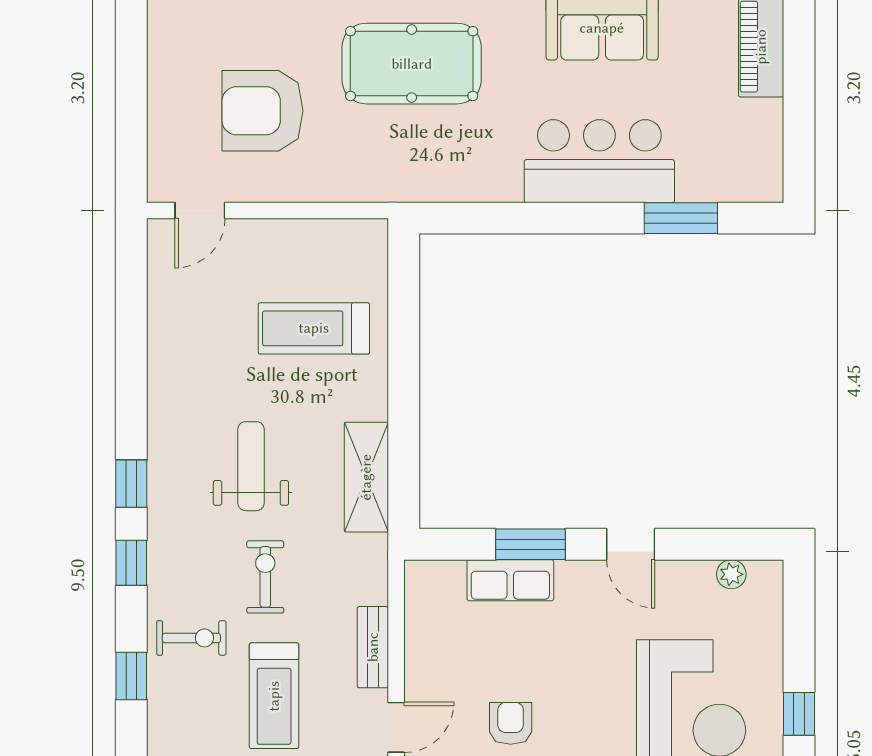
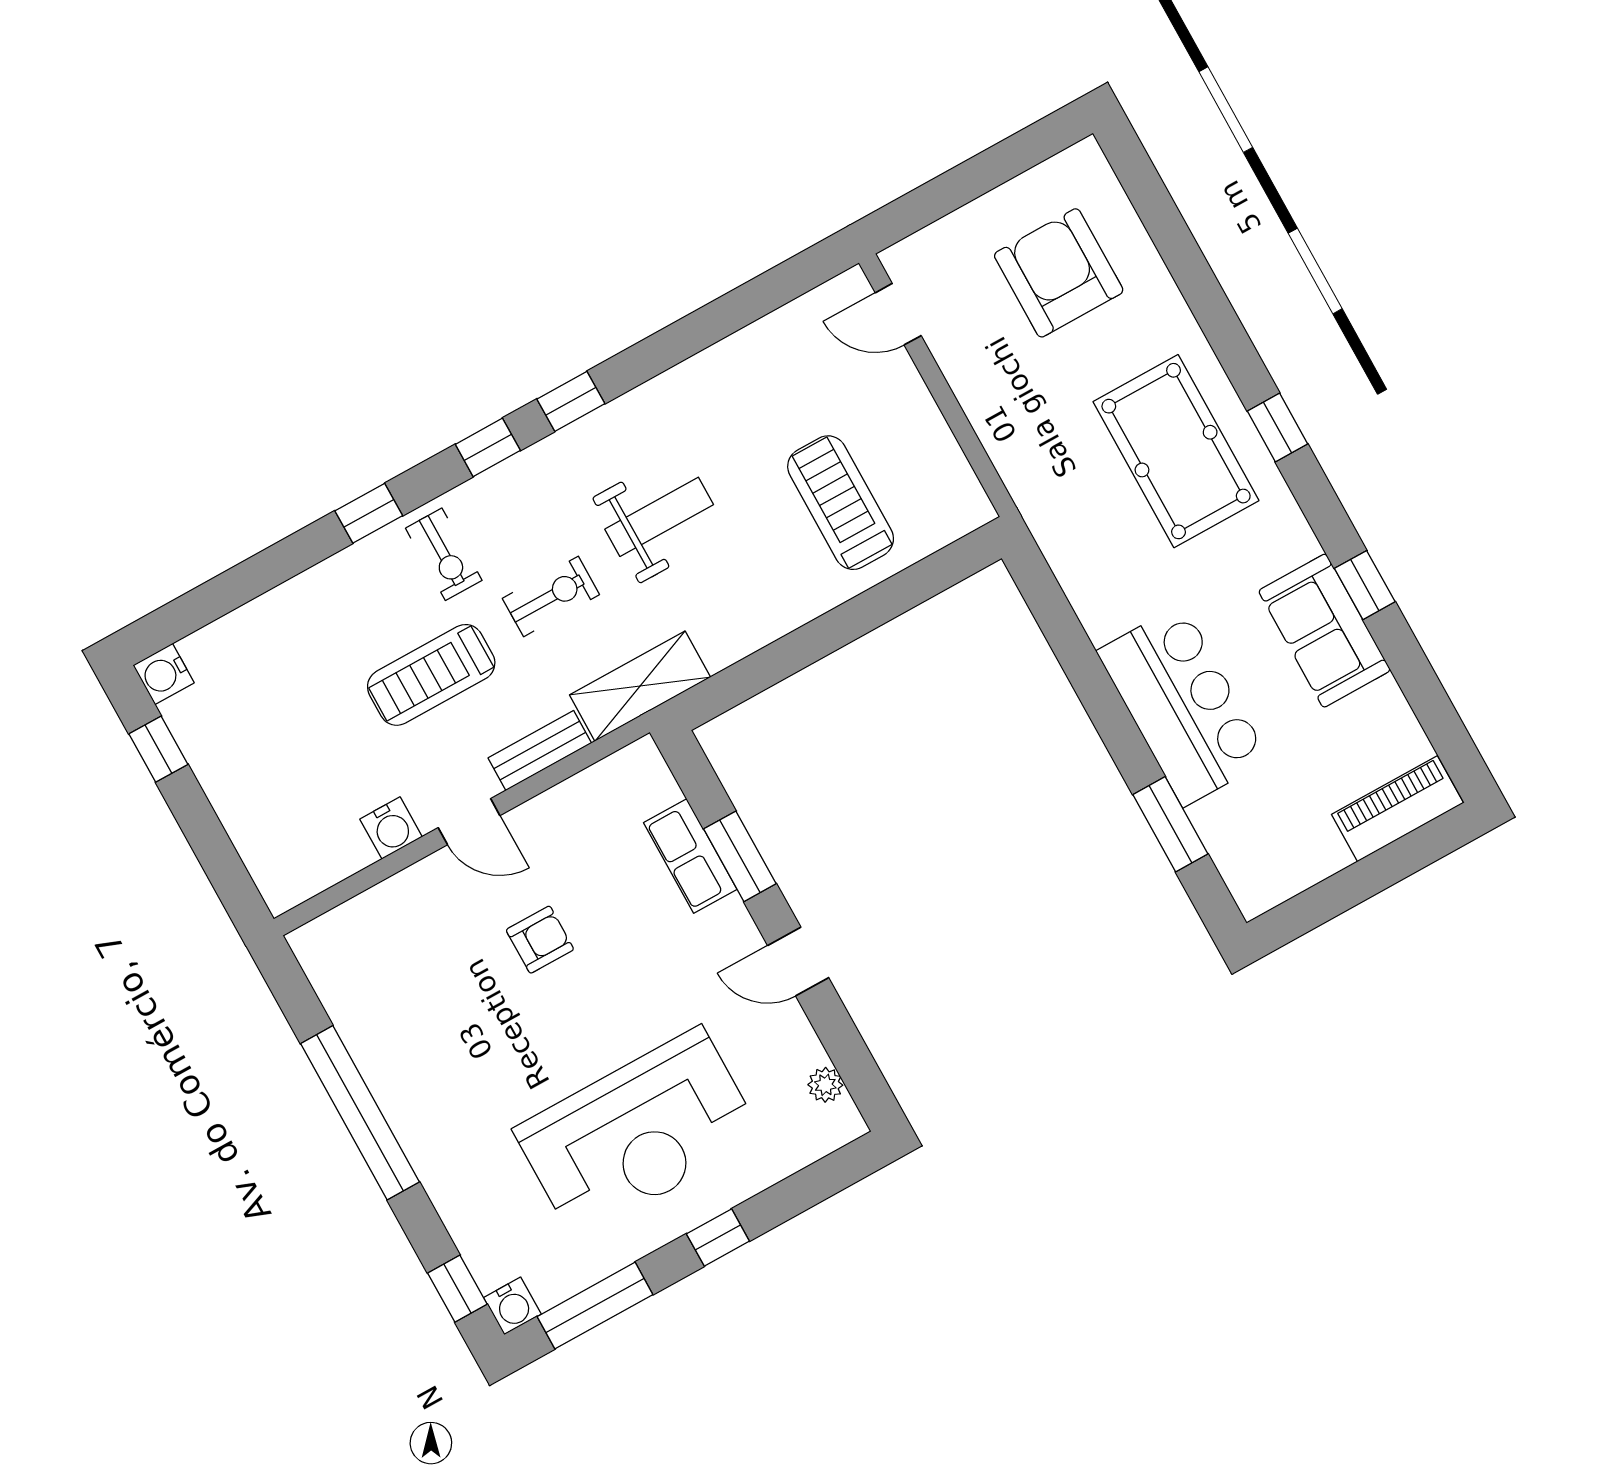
armchair: (262, 111) -> (1059, 273), moved
shelving: (366, 477) -> (640, 686), moved
door: (631, 544) -> (798, 962), hinge flipped

